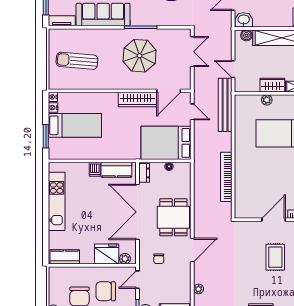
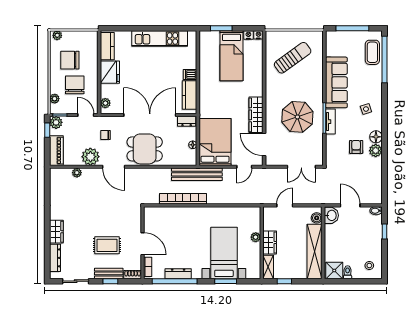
tv unit: (62, 21) -> (330, 122), moved
sun lounger: (77, 61) -> (293, 58), turned 49
bench: (225, 105) -> (197, 174), moved
fridge: (107, 254) -> (110, 72), moved
plant: (182, 275) -> (90, 157), added

